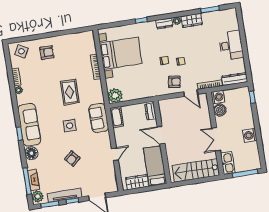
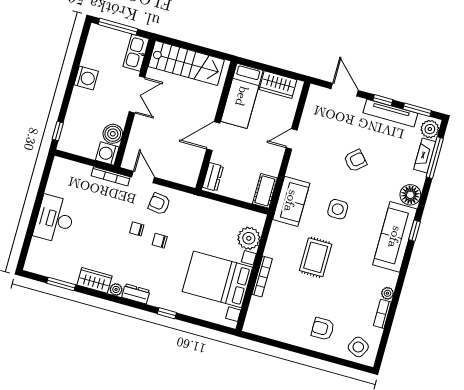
dresser: (235, 79) -> (71, 168), removed
plant: (115, 96) -> (249, 238), moved
door: (161, 135) -> (213, 136), swing flipped

